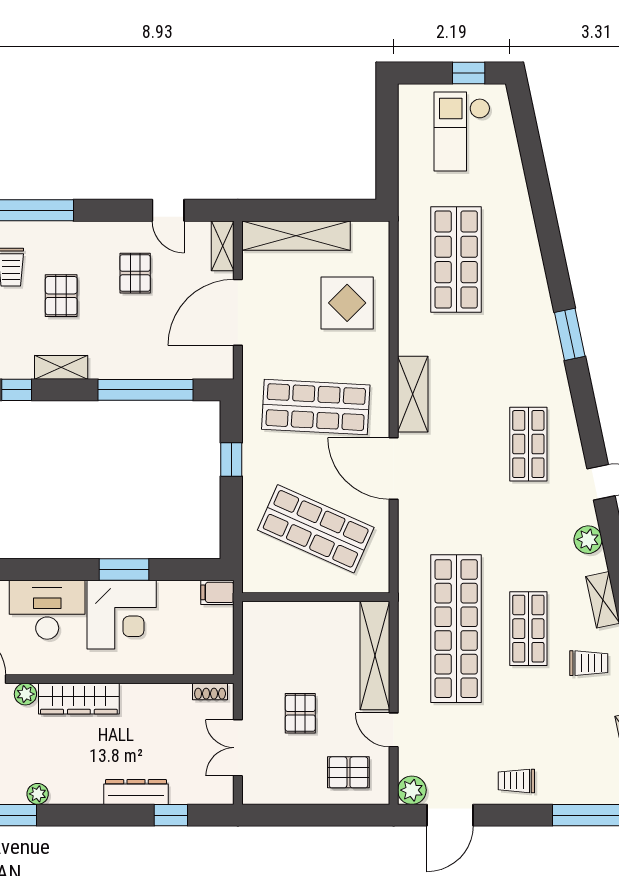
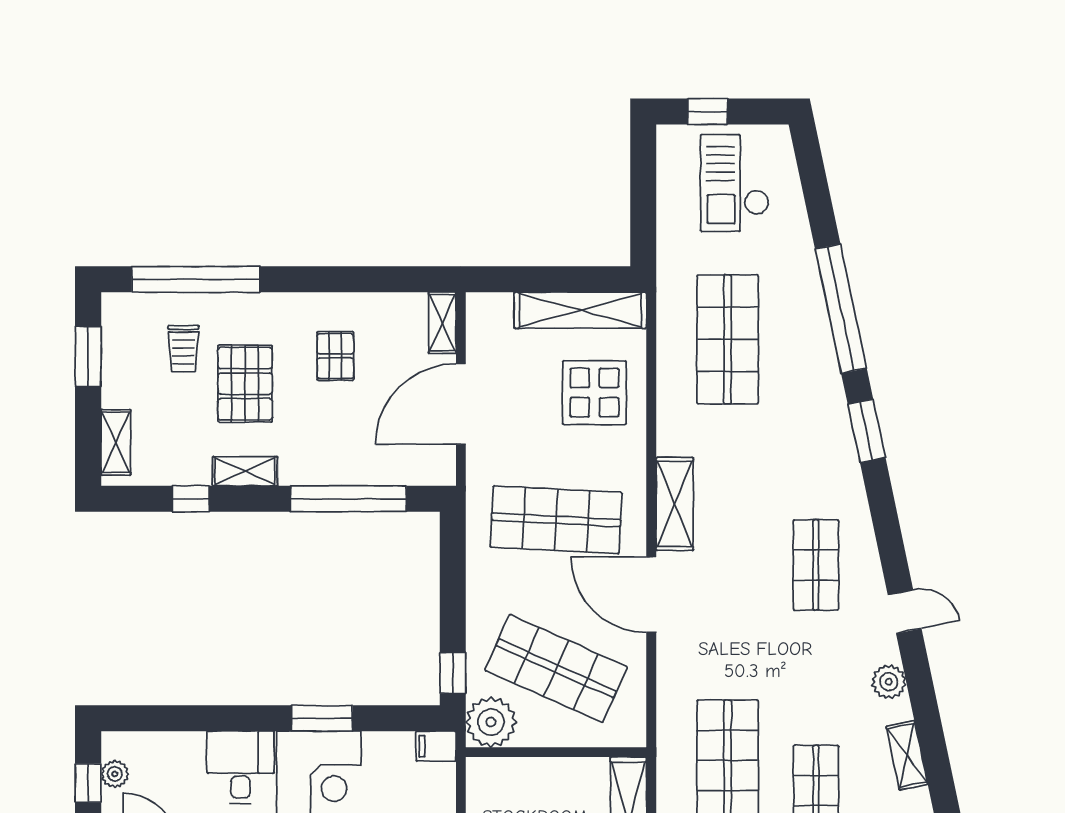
window: (469, 73) -> (707, 112), moved
door: (168, 210) -> (376, 279), removed
window: (549, 234) -> (841, 309), added
shelving: (296, 236) -> (580, 310), moved
pallet: (61, 296) -> (245, 384), width x1.50, depth x1.42
window: (231, 459) -> (453, 673), moved
plant: (262, 573) -> (491, 722), added
desk: (47, 610) -> (240, 767), width x0.73

